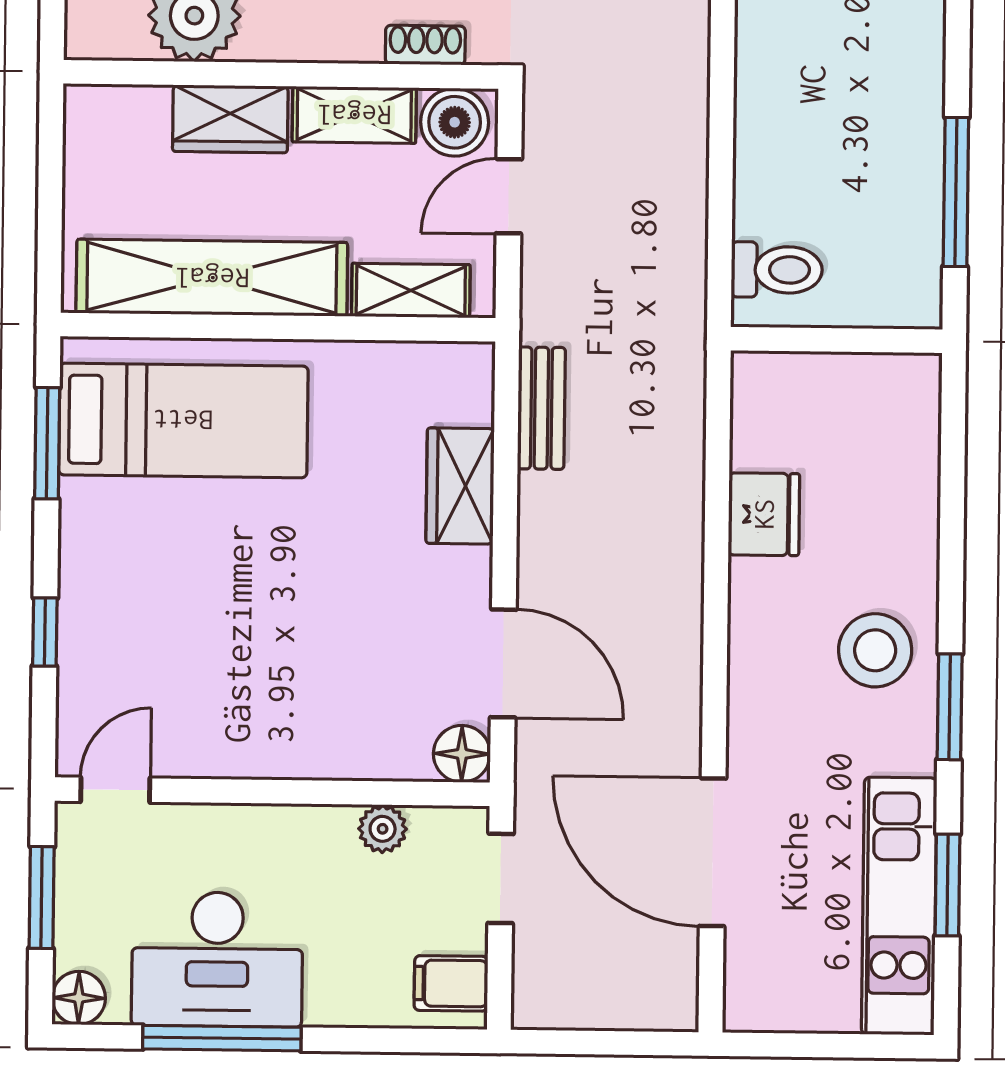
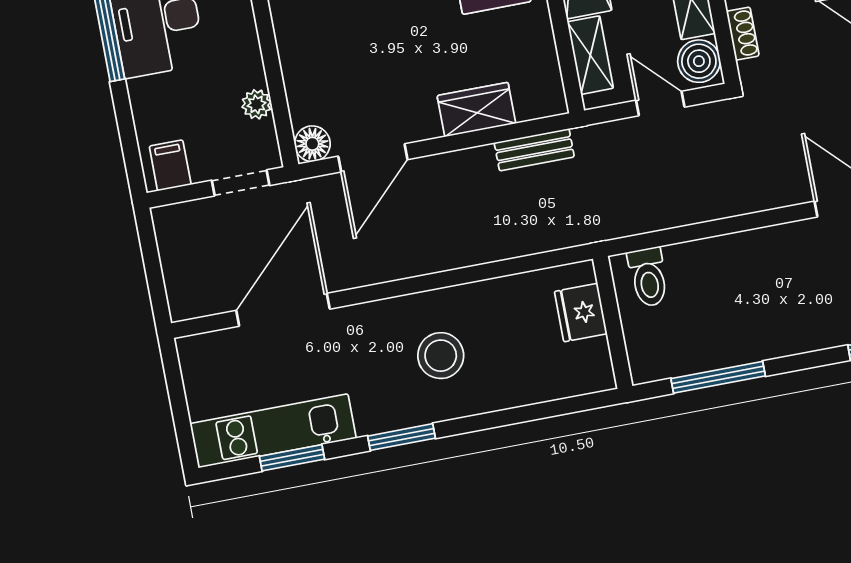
fridge: (764, 514) -> (581, 313), moved, turned 90
stool: (875, 650) -> (441, 356), moved

